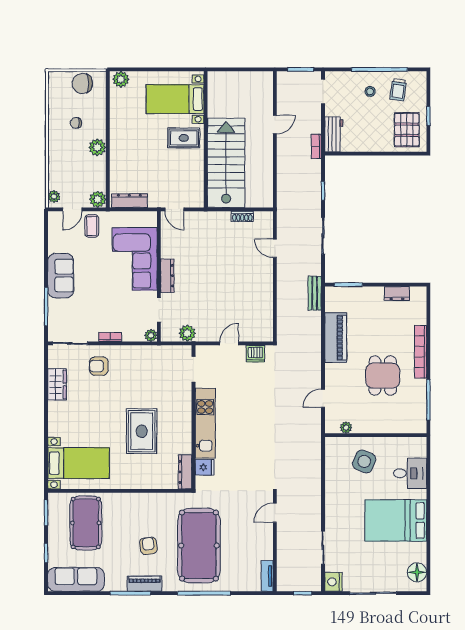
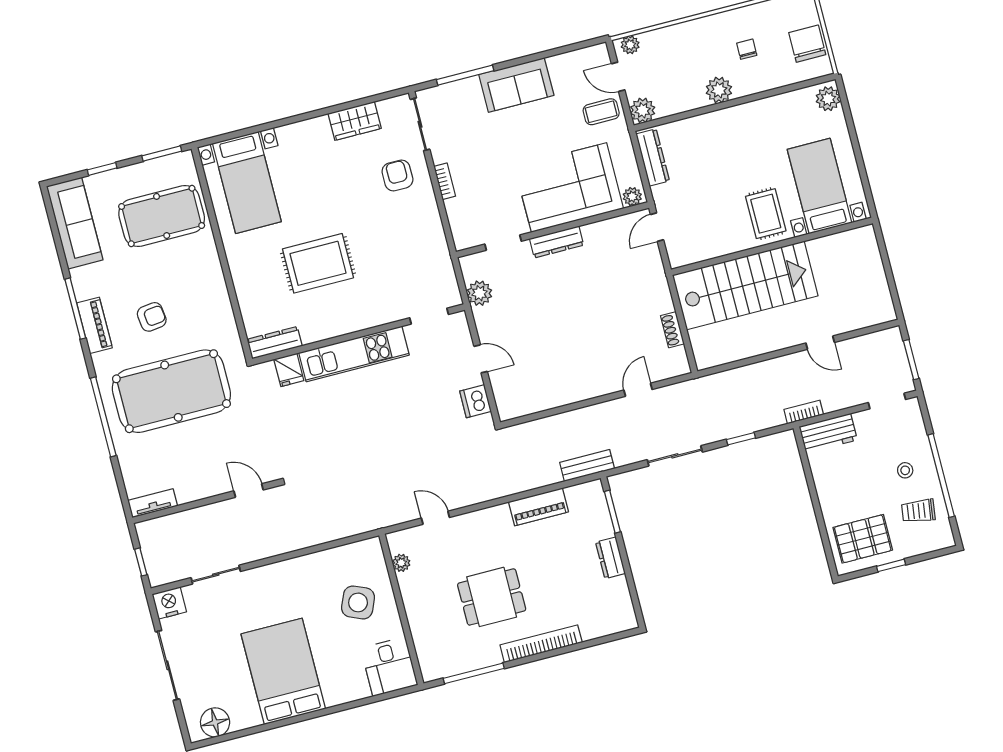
dresser: (397, 293) -> (610, 558), moved
plant: (151, 335) -> (632, 197), moved
piano: (336, 338) -> (538, 507), width x0.73, depth x0.75
desk: (410, 473) -> (389, 667), moved

